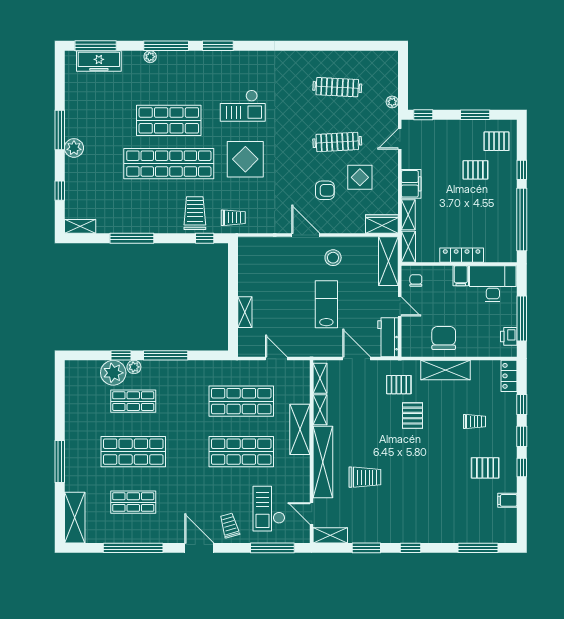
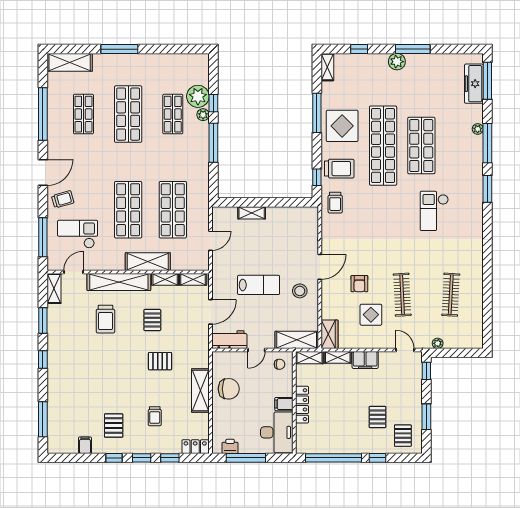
display table: (245, 159) -> (342, 126), moved
pallet: (399, 385) -> (152, 320), moved

